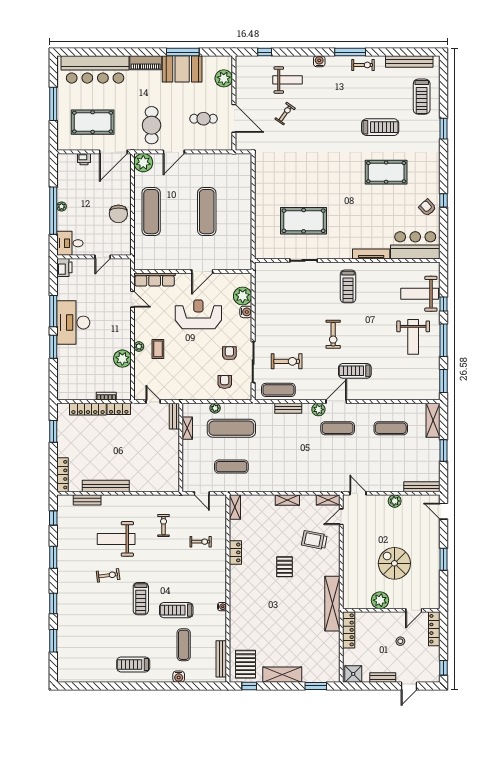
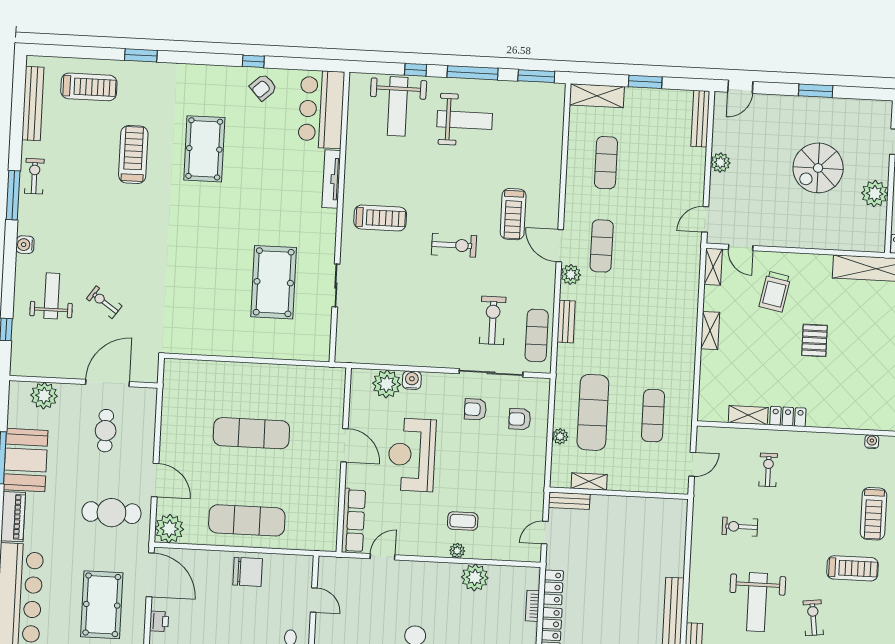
shelving: (235, 507) -> (748, 415), moved
pallet: (285, 567) -> (814, 340), turned 90

